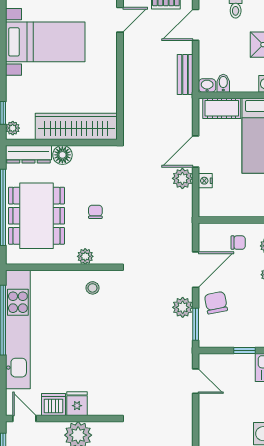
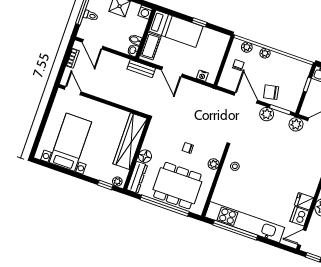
bench: (185, 75) -> (141, 69), moved
plant: (182, 178) -> (296, 124), moved
nightstand: (205, 181) -> (202, 76), moved

